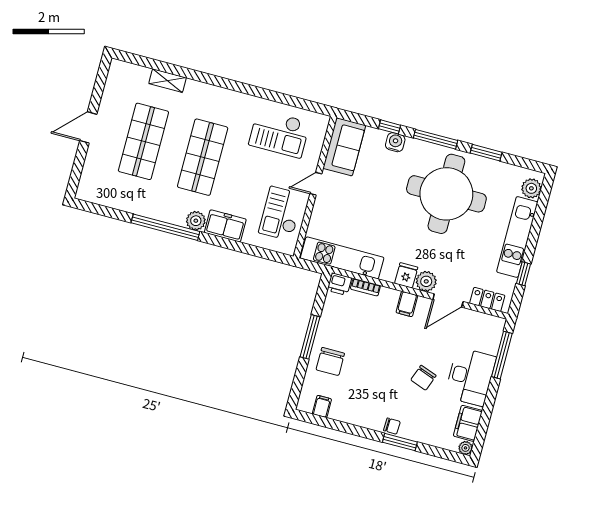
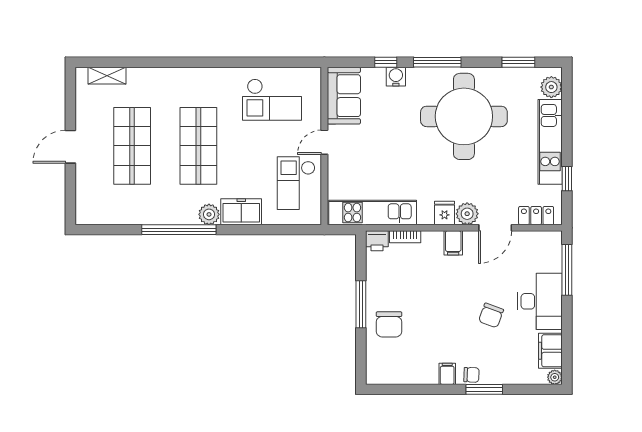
shelving: (168, 81) -> (107, 76), moved
window: (486, 153) -> (518, 62), moved
filing cabinet: (322, 406) -> (447, 374), moved

